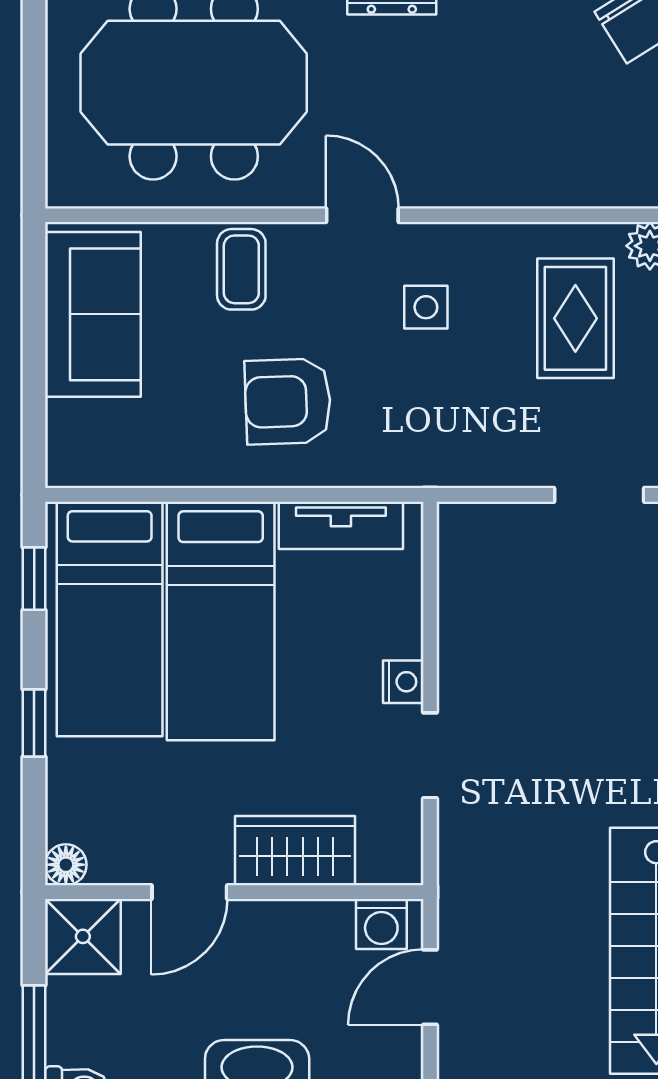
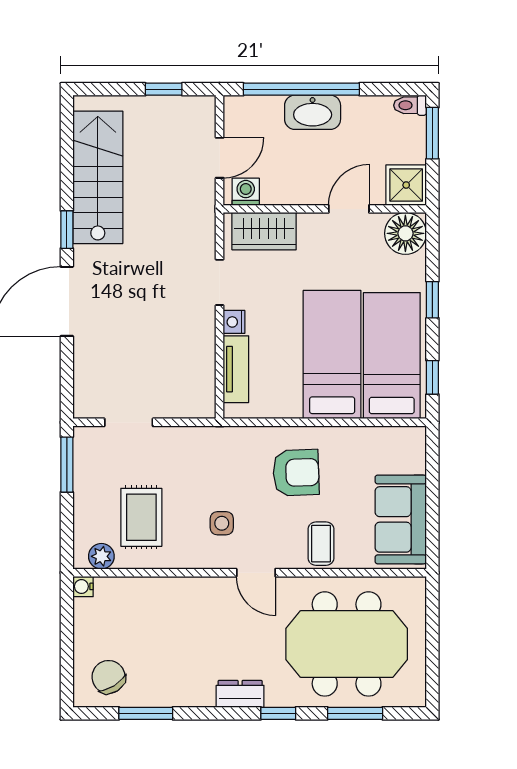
tv unit: (341, 525) -> (236, 369), moved, turned 90
wardrobe: (295, 851) -> (264, 231), moved
floor lamp: (66, 865) -> (405, 233), width x1.89, depth x1.89

